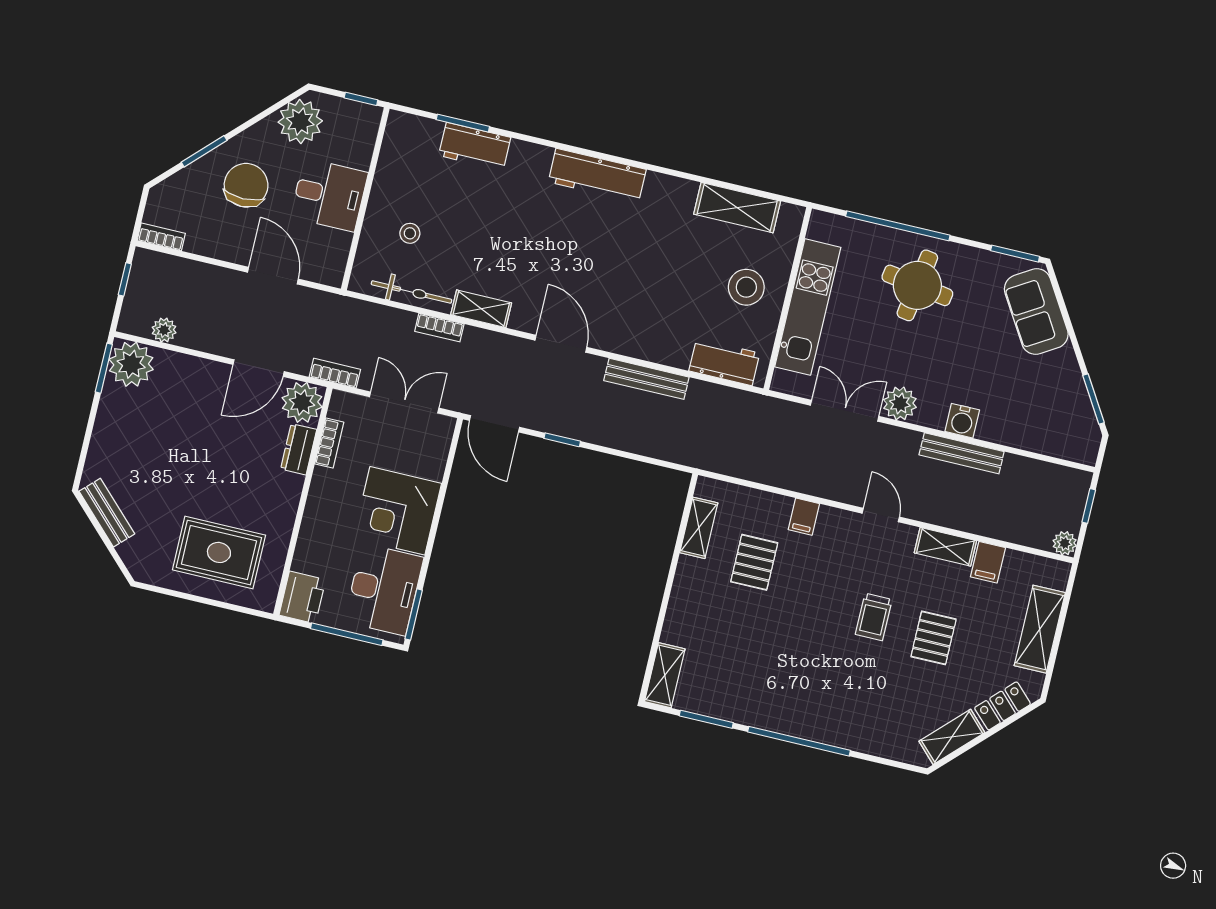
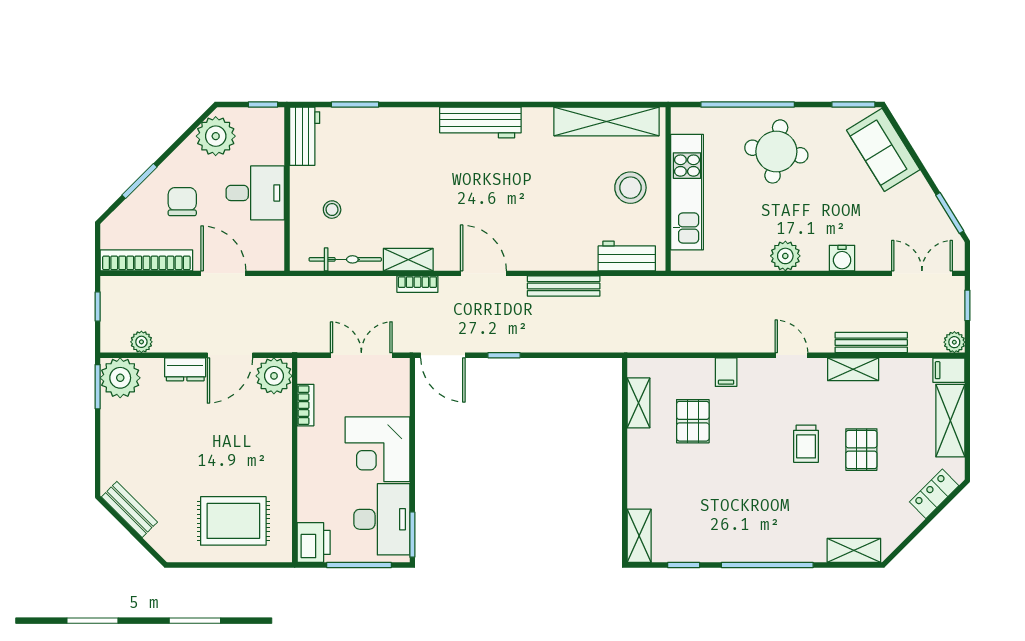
workbench: (475, 146) -> (305, 136), moved, turned -90
chair: (246, 185) -> (182, 202), width x0.73, depth x0.73
shelving: (737, 208) -> (607, 121), width x1.47
bookcase: (161, 237) -> (146, 260), width x2.31, depth x1.31
bookcase: (439, 328) -> (417, 284), moved
bookcase: (335, 373) -> (296, 344), removed
double door: (845, 411) -> (922, 273), moved
dresser: (299, 449) -> (185, 369), moved, turned -90
bench: (962, 453) -> (871, 343), moved
filing cabinet: (988, 562) -> (949, 370), moved, turned 90
window: (706, 719) -> (684, 565), width x0.67
shelving: (952, 737) -> (854, 550), moved, turned 45

